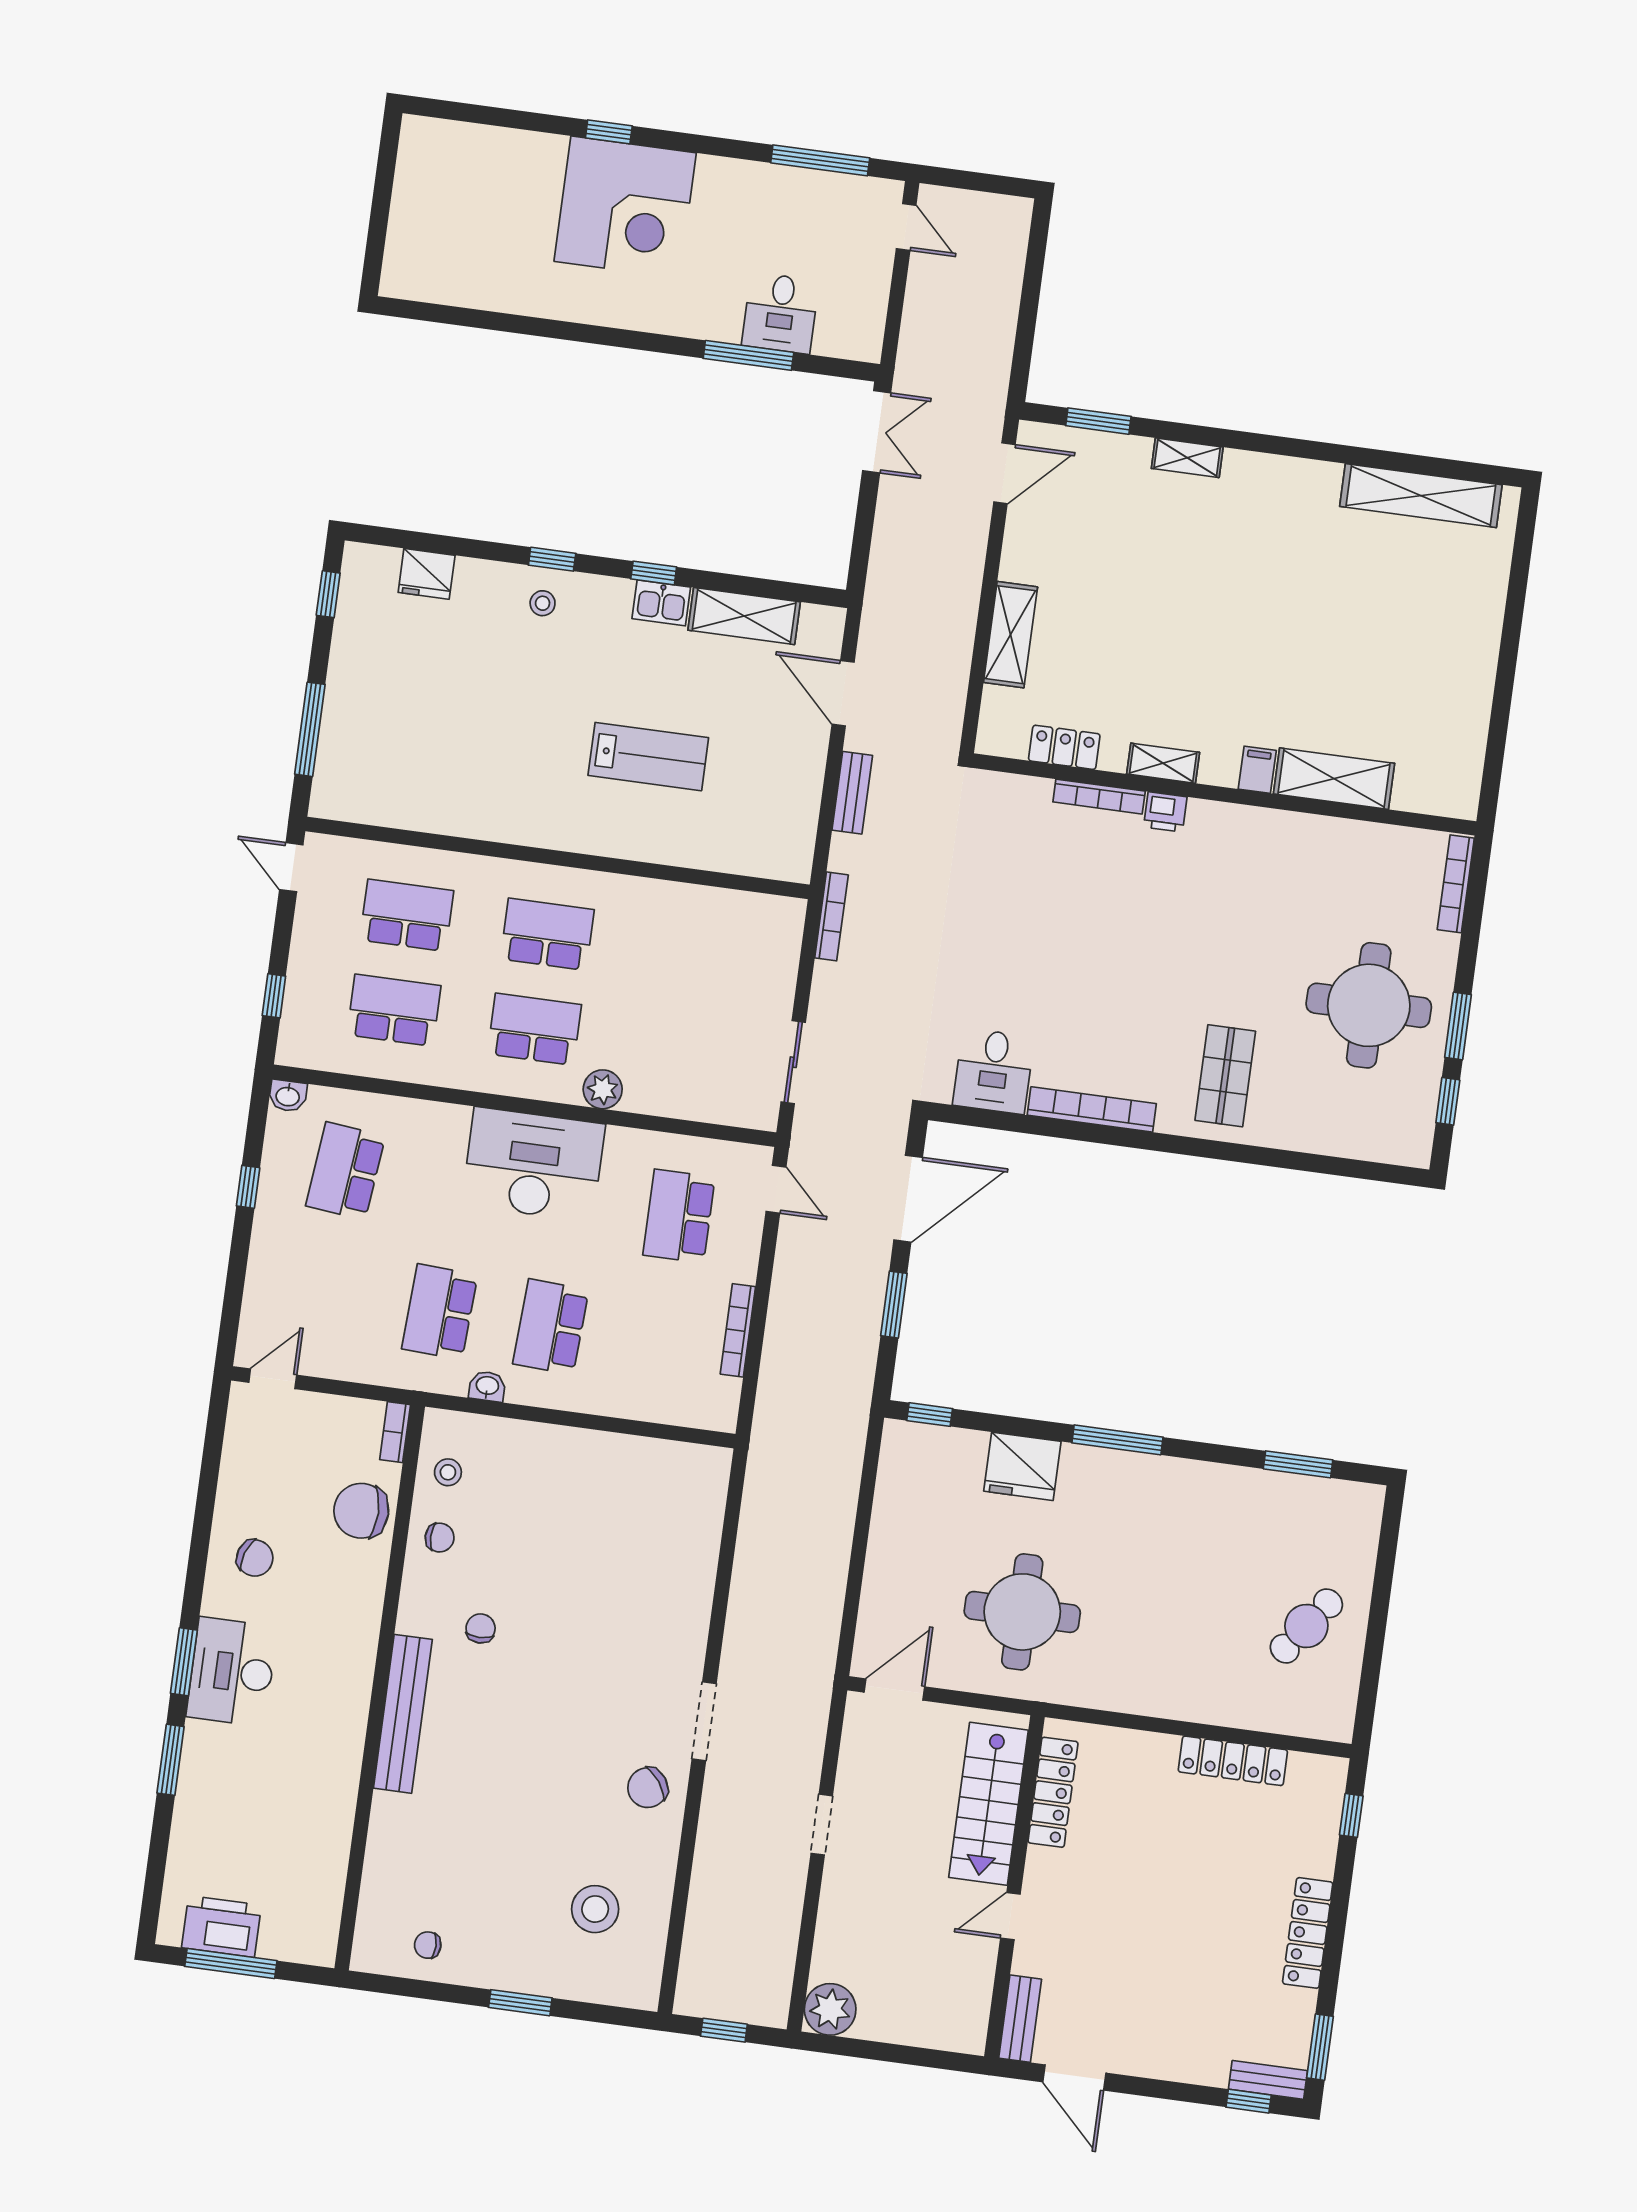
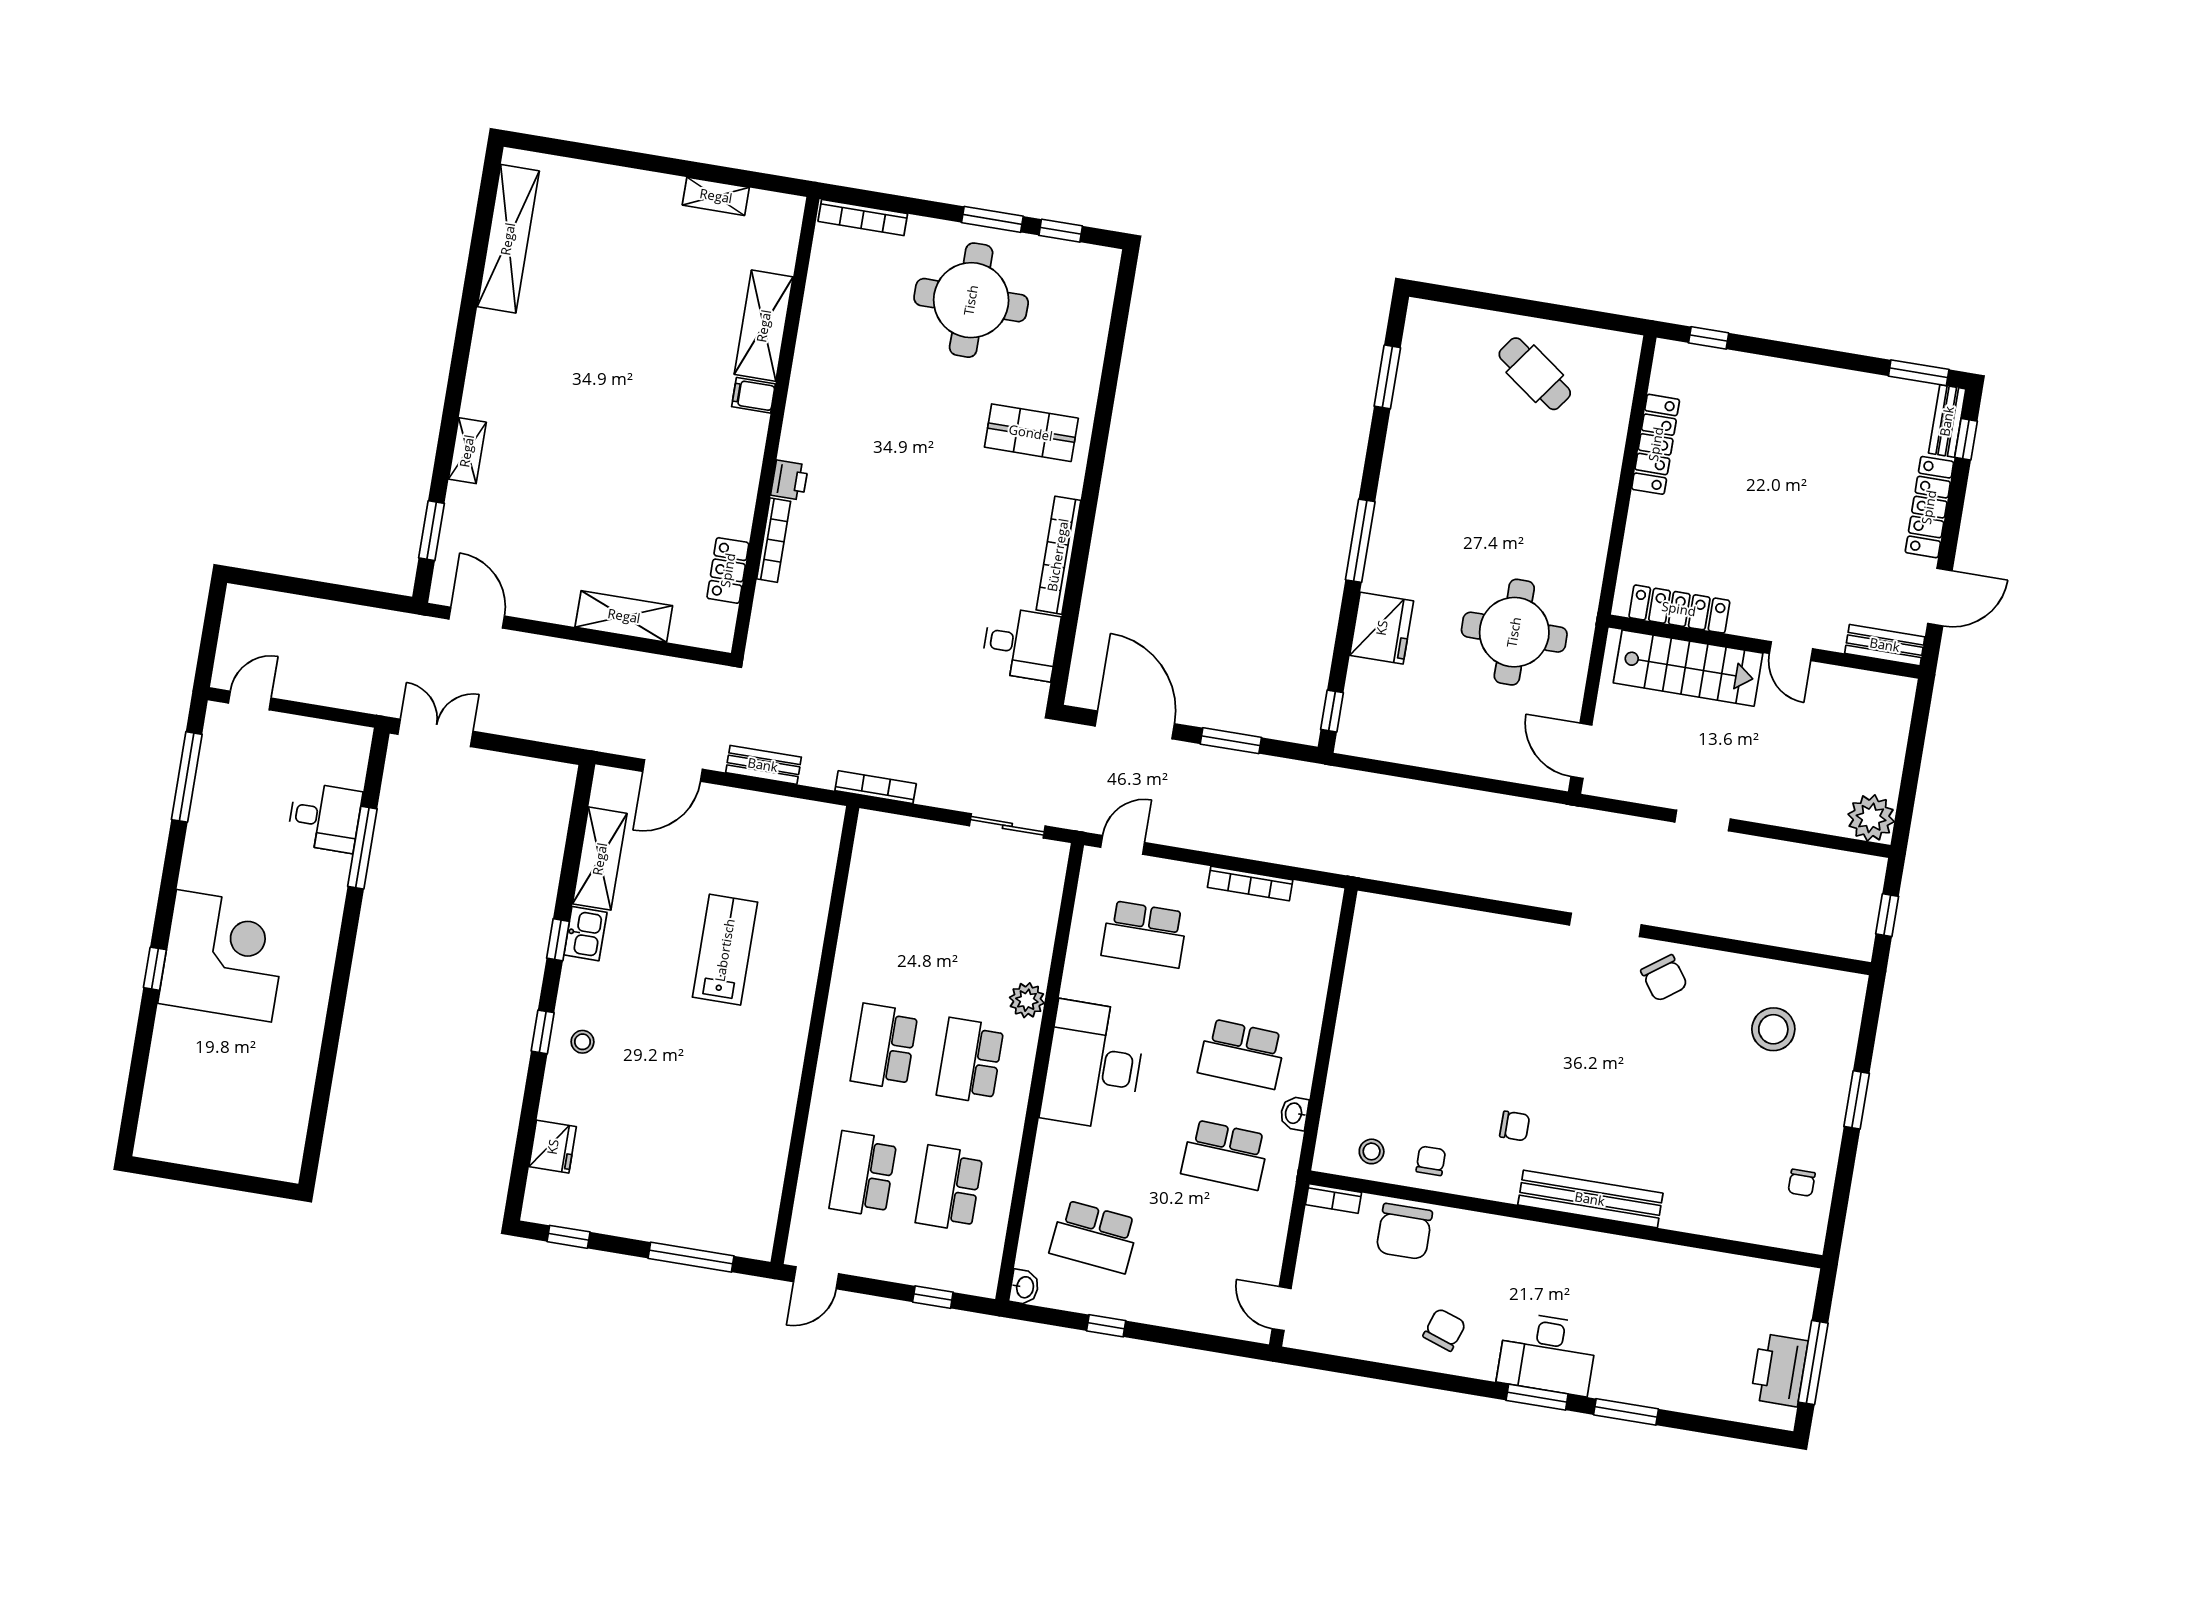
shelving: (1163, 763) -> (716, 196), moved, turned 90
chair: (481, 1628) -> (1515, 1126), turned 180
locker: (1308, 1933) -> (1929, 507), moved, turned 90

